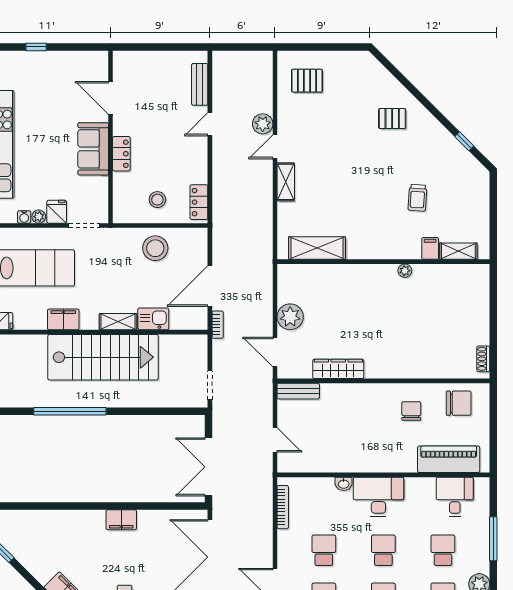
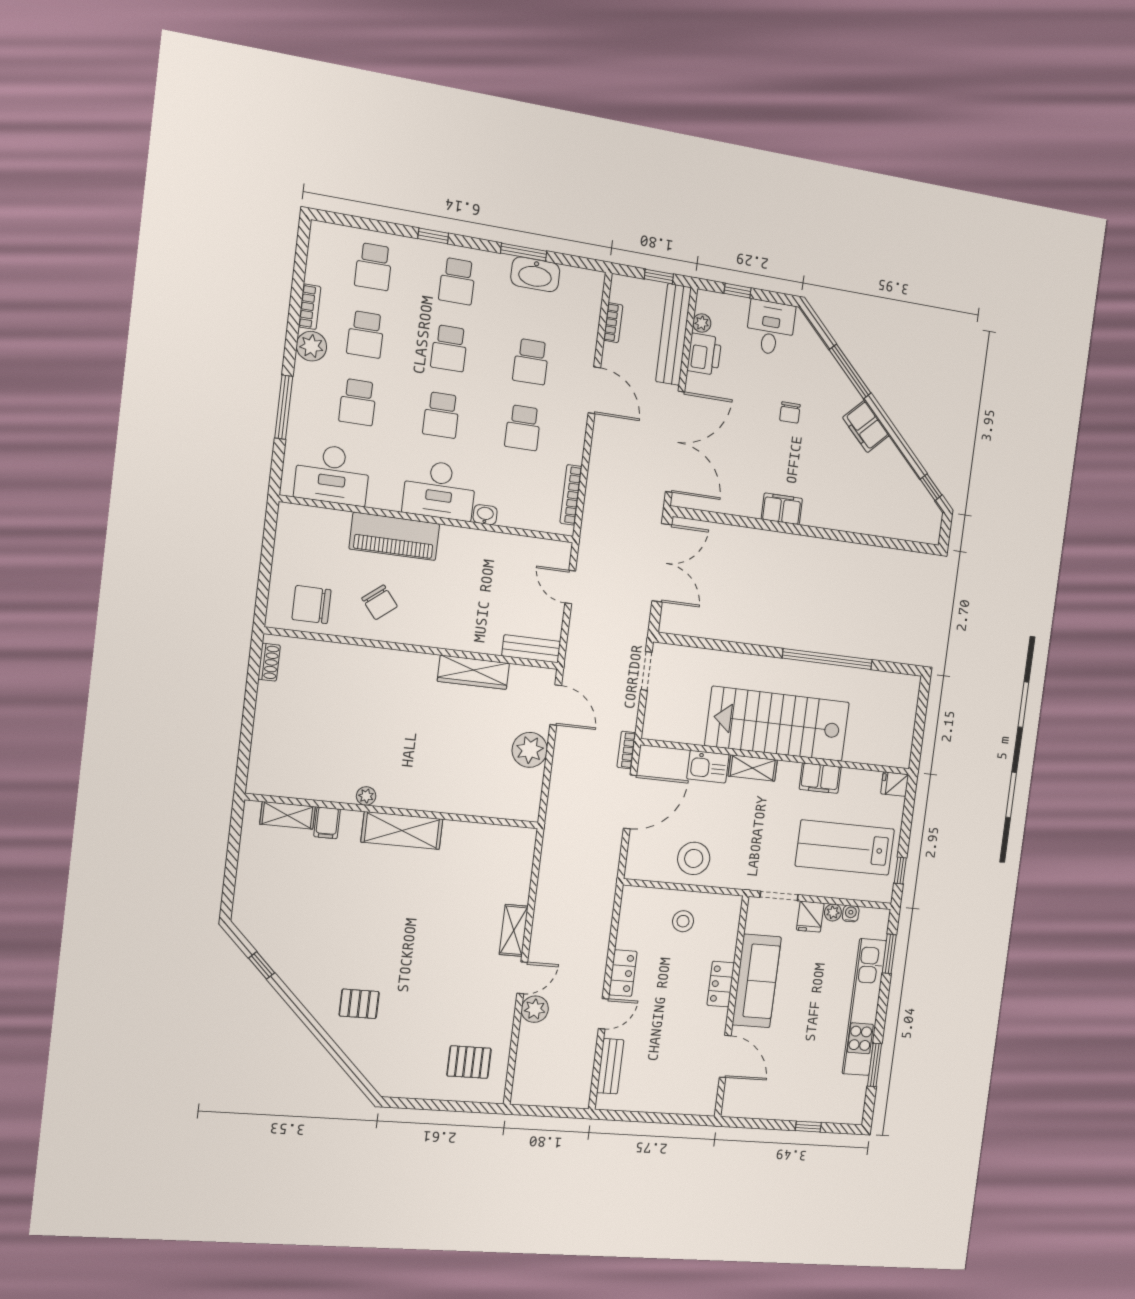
sofa: (93, 149) -> (757, 981), width x1.36
trolley: (417, 198) -> (337, 894), removed
locker: (199, 202) -> (623, 973), moved
shelving: (317, 248) -> (402, 830), moved
chair: (411, 411) -> (380, 602), turned -39
piano: (449, 459) -> (394, 536), moved
desk: (455, 497) -> (332, 474), width x1.37

